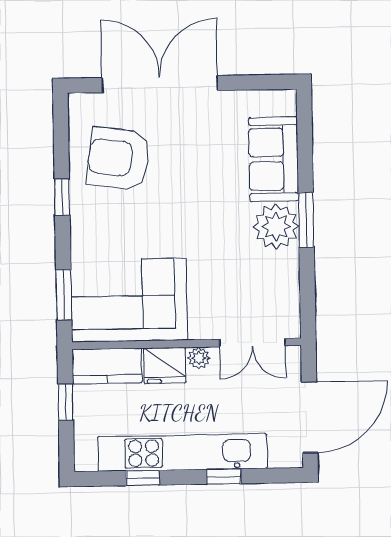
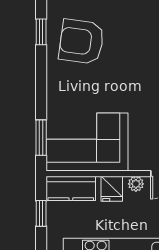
window: (62, 197) -> (41, 32), moved
fridge: (165, 365) -> (112, 189), width x0.72

